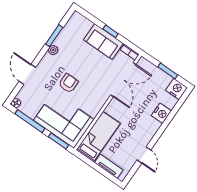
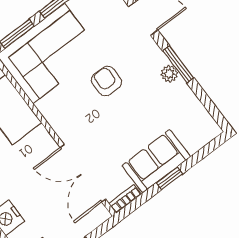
window: (54, 36) -> (178, 64), moved
armchair: (68, 83) -> (106, 81), turned 180

